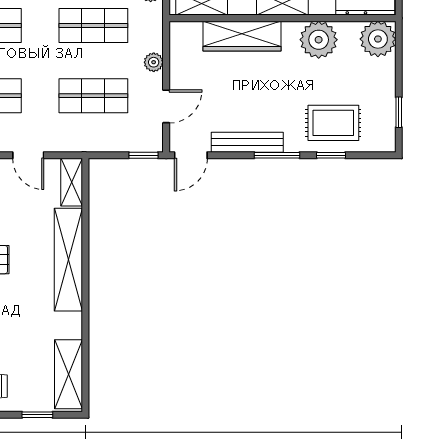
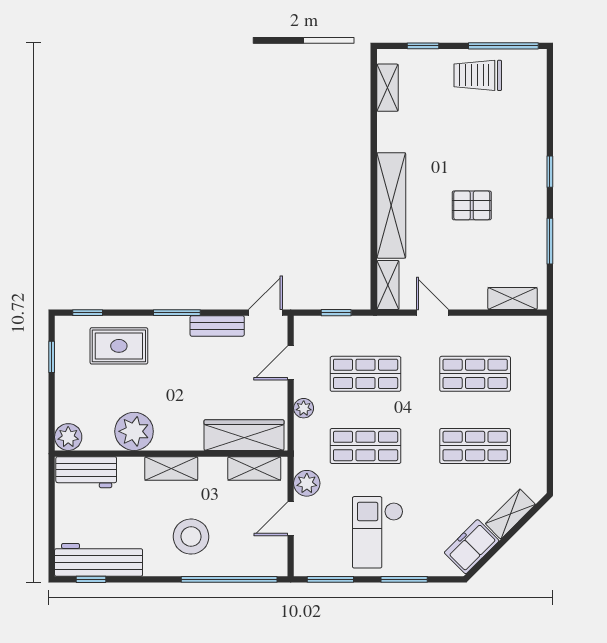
wardrobe: (242, 36) -> (244, 435), moved
plant: (378, 39) -> (68, 437), width x0.73, depth x0.73
bench: (247, 142) -> (217, 326), width x0.73
window: (143, 155) -> (336, 313), moved
window: (331, 155) -> (88, 313), moved
shelving: (69, 374) -> (387, 88), width x0.67, depth x0.75

